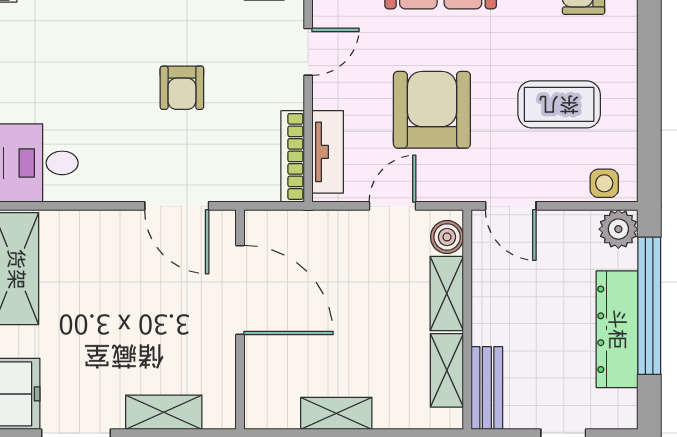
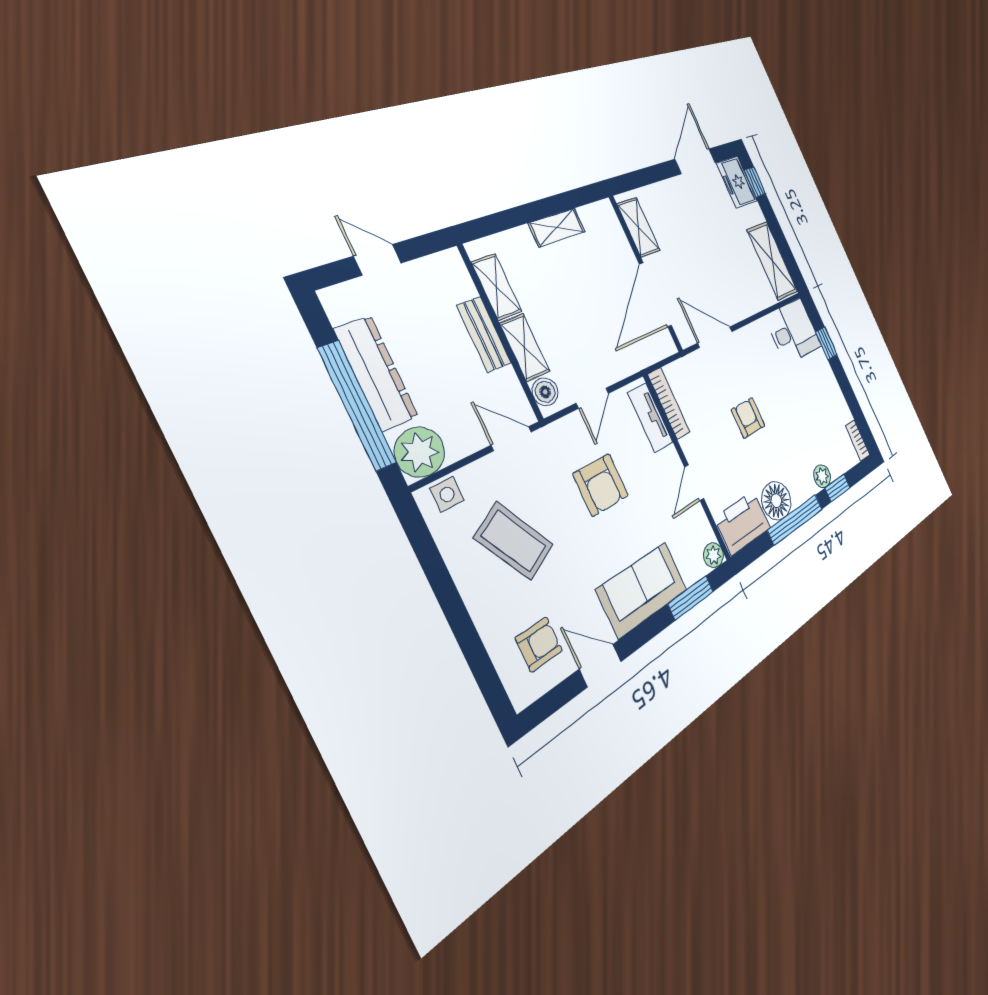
coffee table: (559, 104) -> (514, 541), turned 62
armchair: (432, 110) -> (601, 485), width x0.73, depth x0.73
plant: (618, 229) -> (420, 452), width x1.36, depth x1.36
door: (240, 290) -> (655, 295), hinge flipped
bench: (487, 388) -> (484, 334), moved
shelving: (164, 412) -> (639, 227), moved, turned 90

